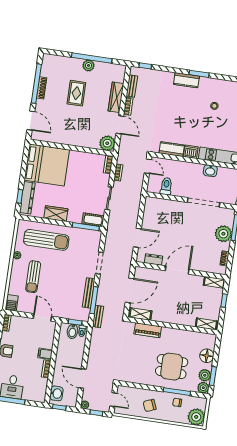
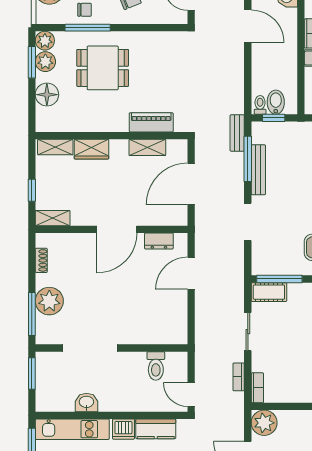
shelving: (140, 314) -> (147, 147), moved
wardrobe: (185, 320) -> (91, 149), added

